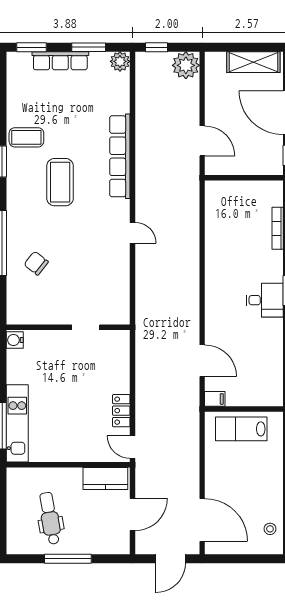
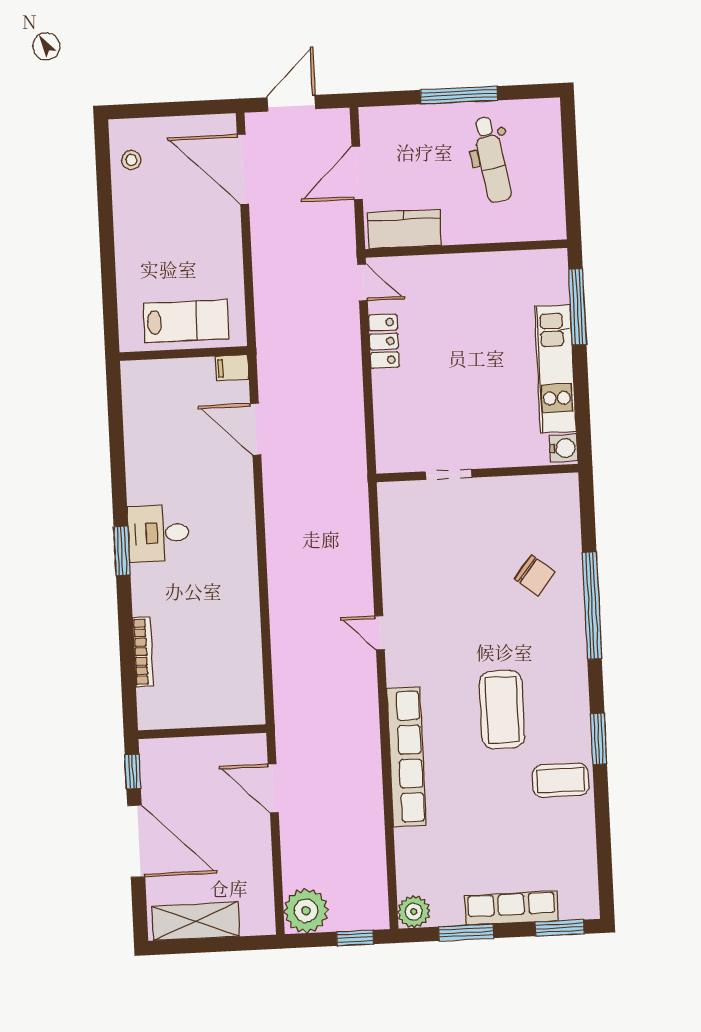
kitchen unit: (17, 423) -> (555, 369), moved

